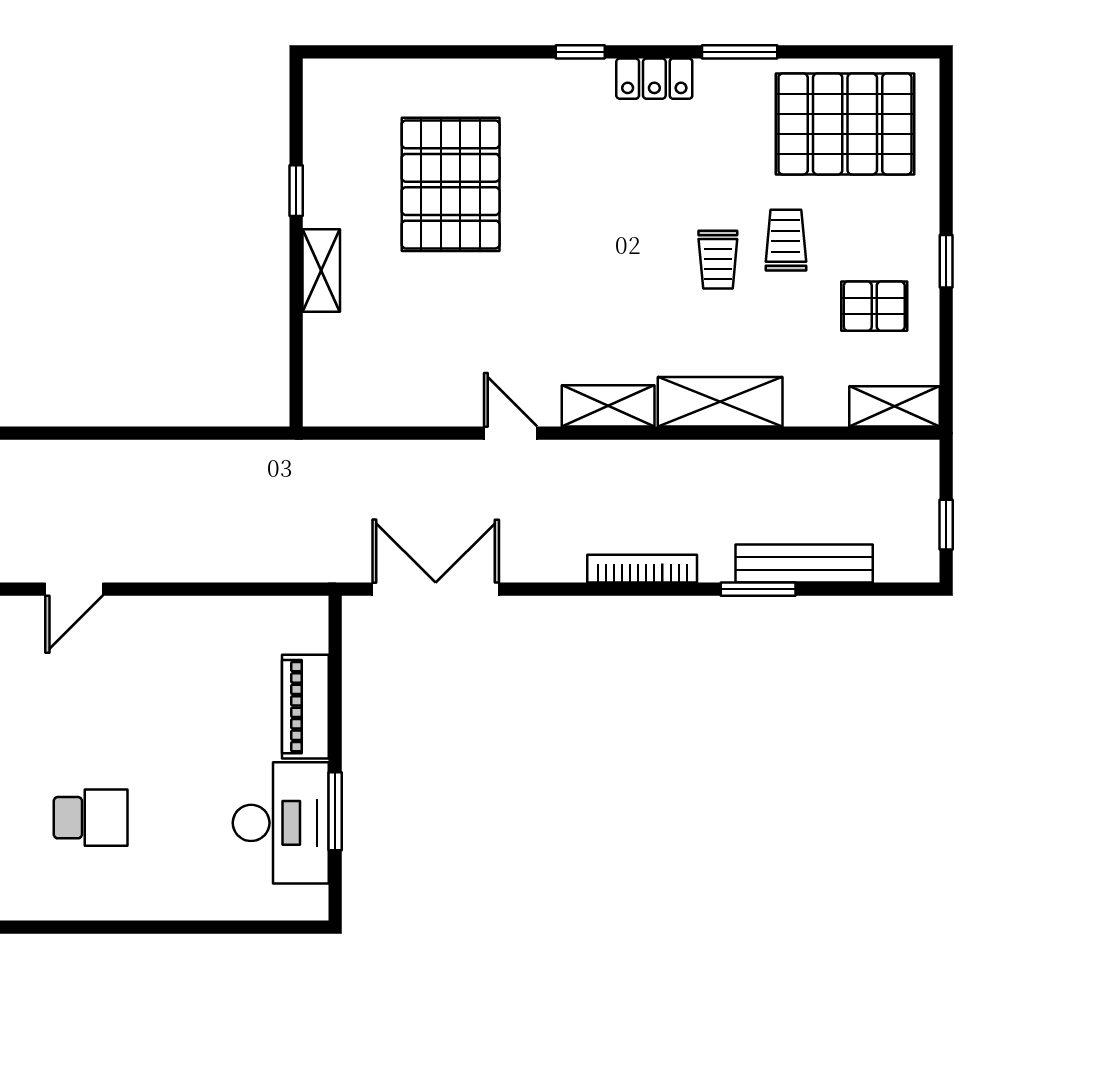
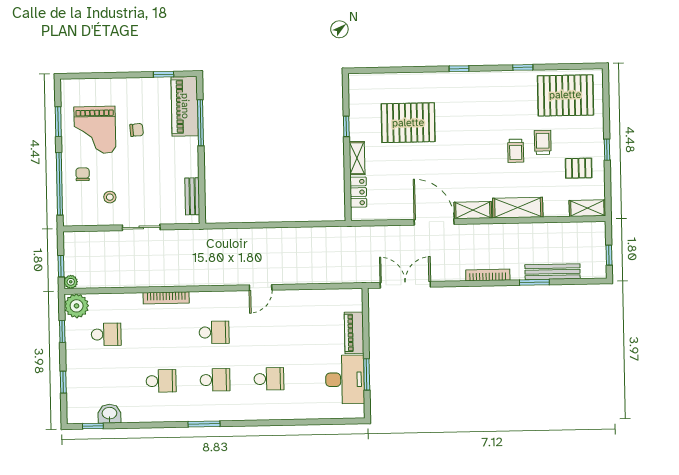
window: (740, 52) -> (523, 67), width x0.67
locker: (654, 79) -> (358, 192), moved, turned -90
pallet: (451, 184) -> (408, 123), turned 90
door: (511, 433) -> (434, 222), width x1.87

